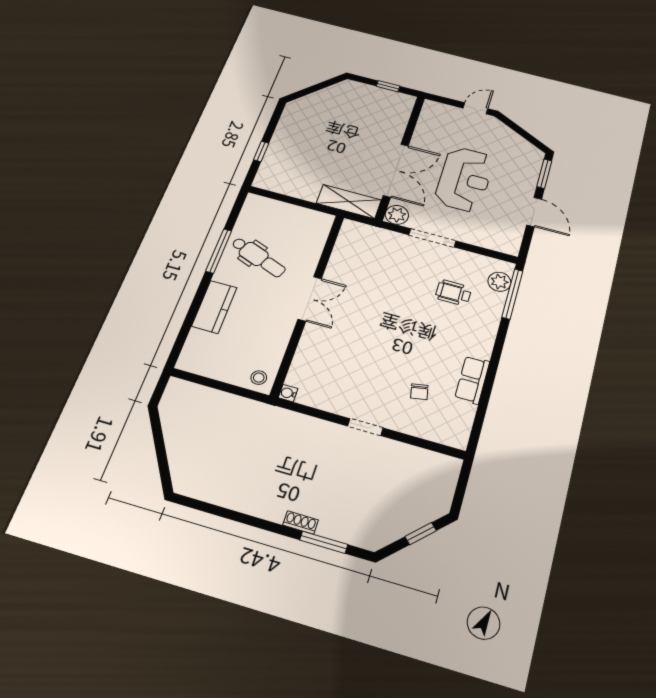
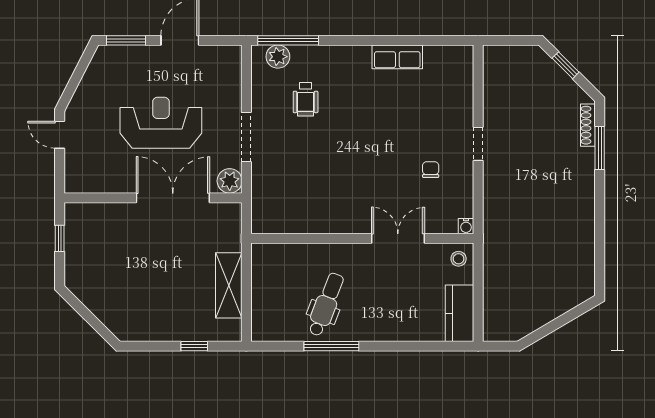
shelving: (349, 202) -> (229, 285), moved
double door: (310, 299) -> (398, 238), moved
kitchen counter: (214, 307) -> (459, 313), moved, turned -90
chair: (419, 392) -> (431, 170), moved, turned -79
shoe rack: (300, 522) -> (588, 125), moved, width x1.43

